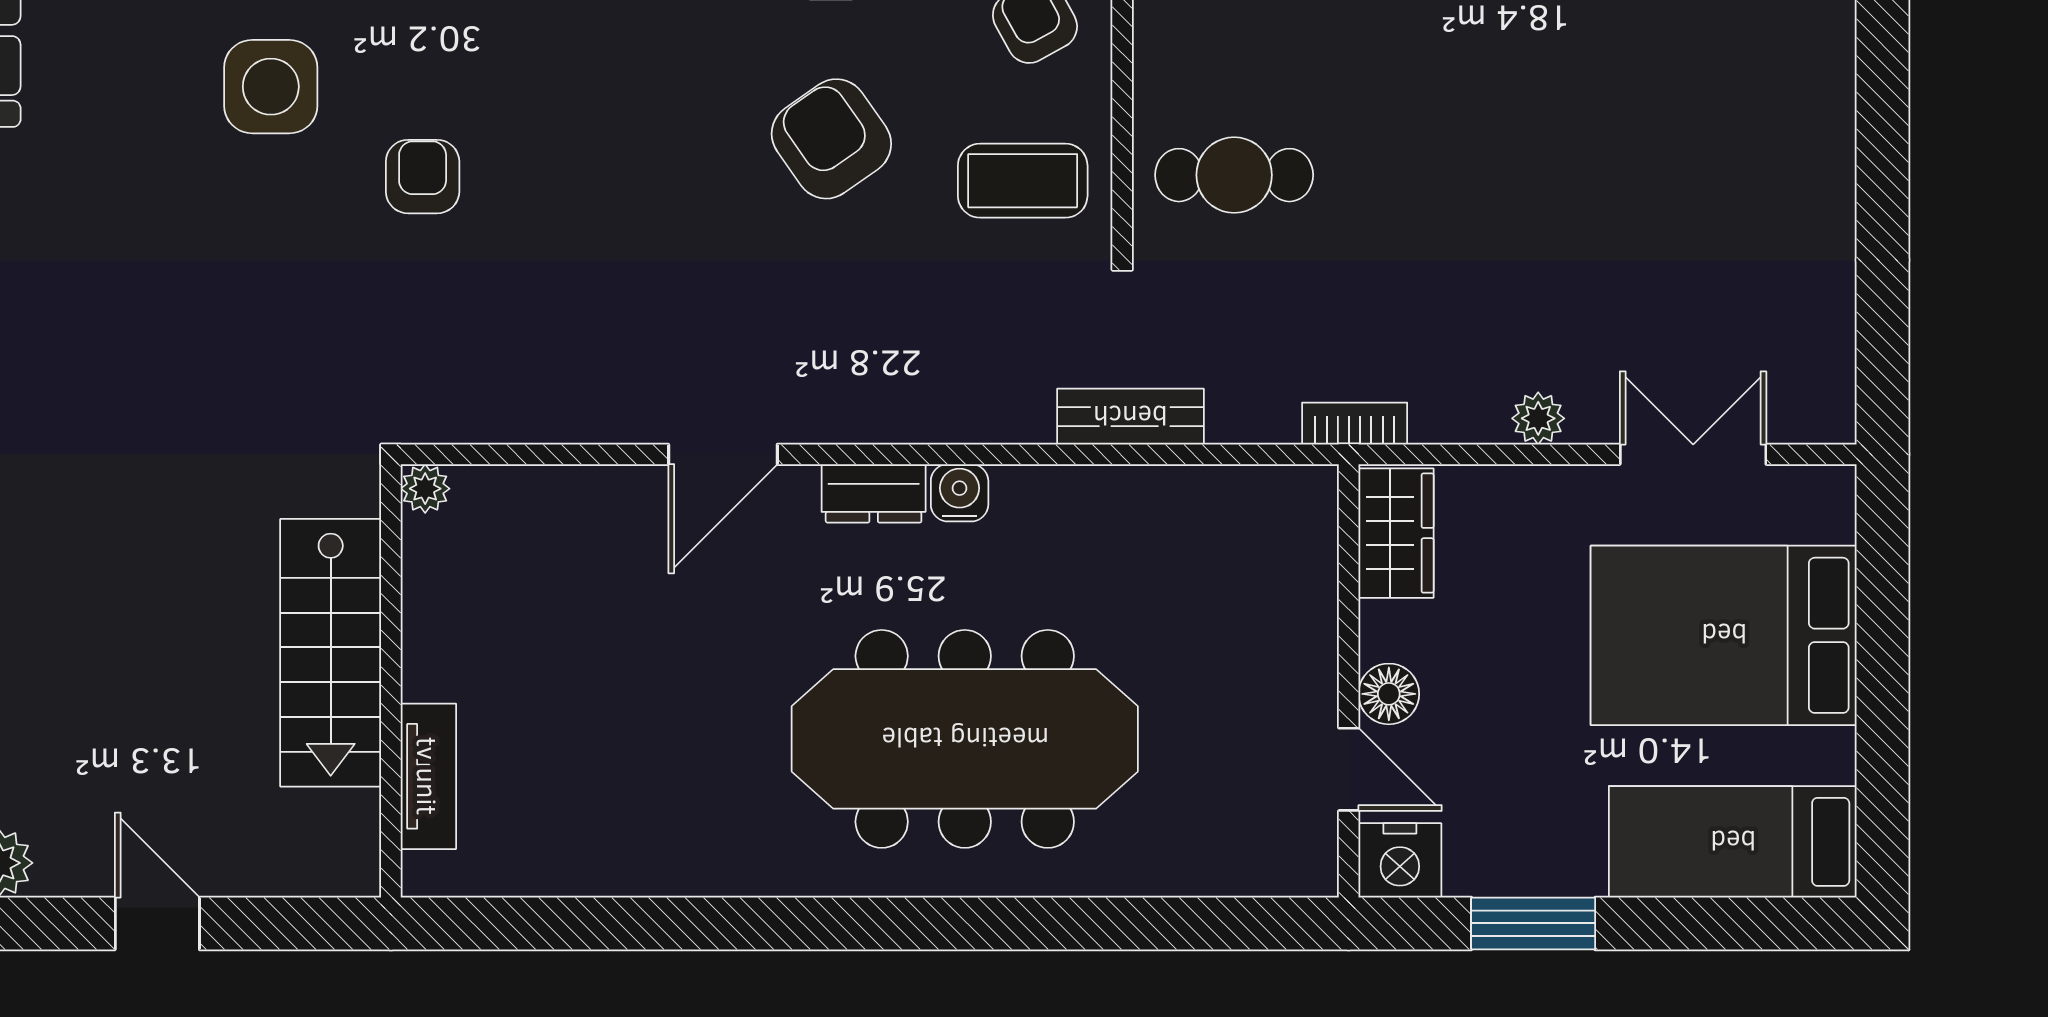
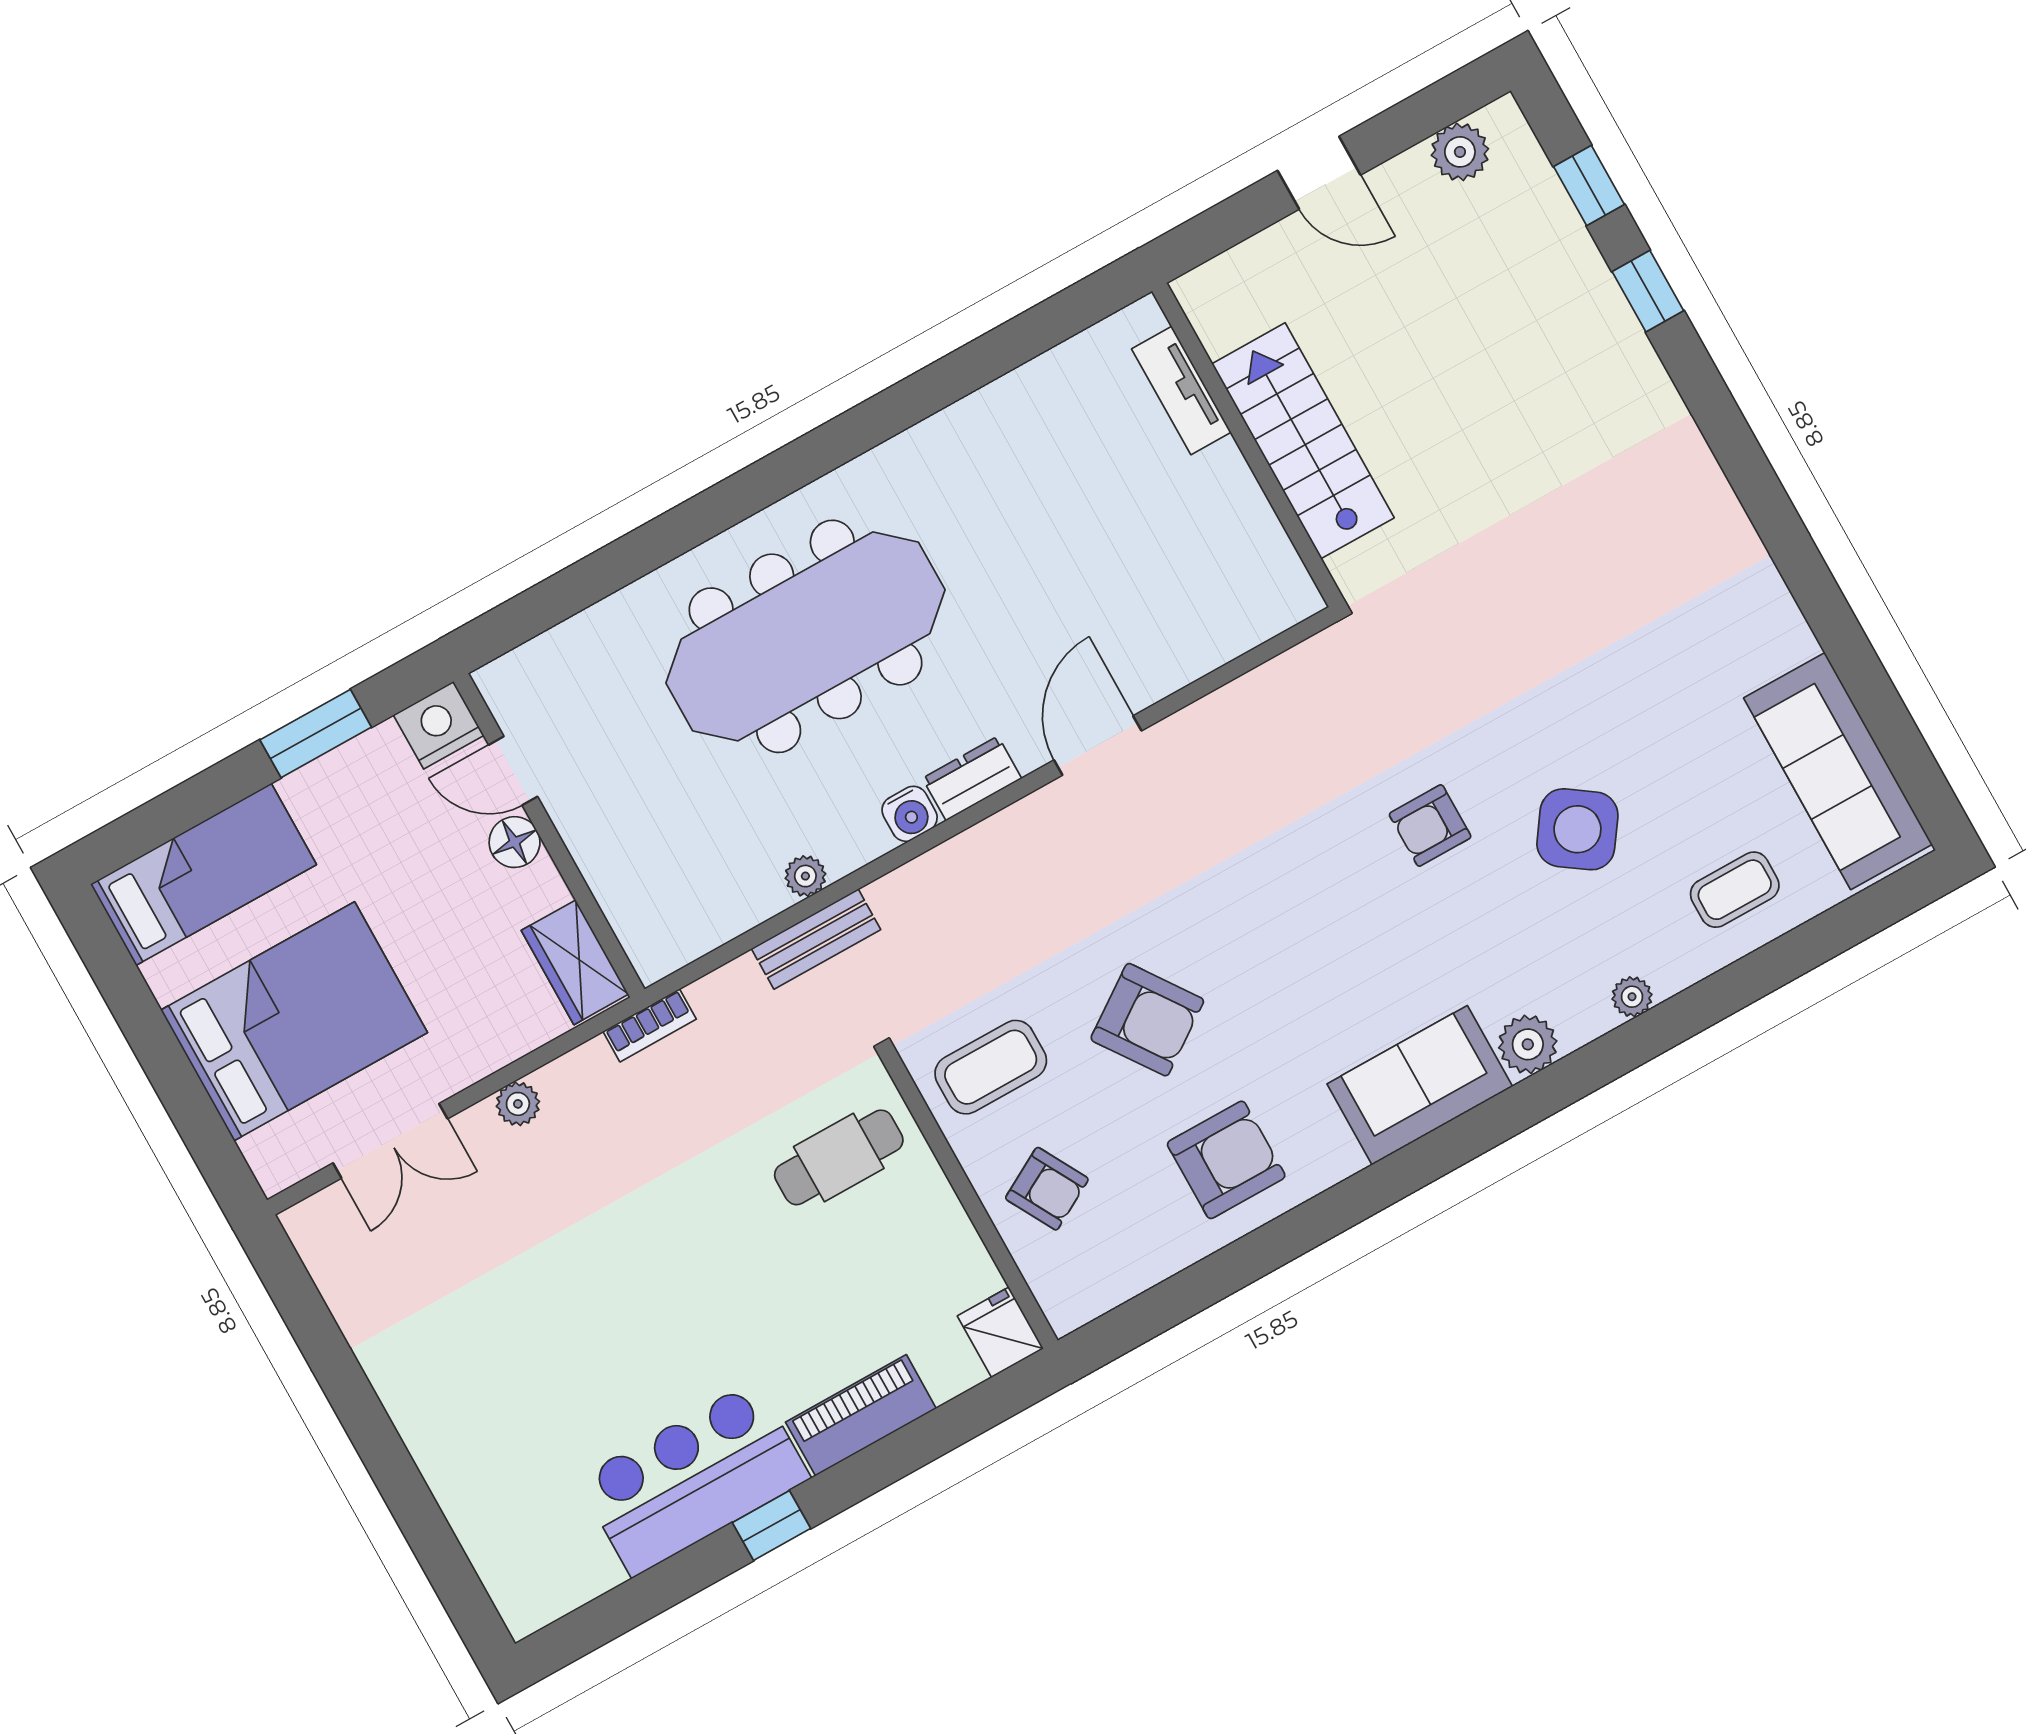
side table: (271, 87) -> (1577, 829), turned 35
armchair: (423, 177) -> (1430, 826), turned 90
plant: (425, 489) -> (805, 876), moved

